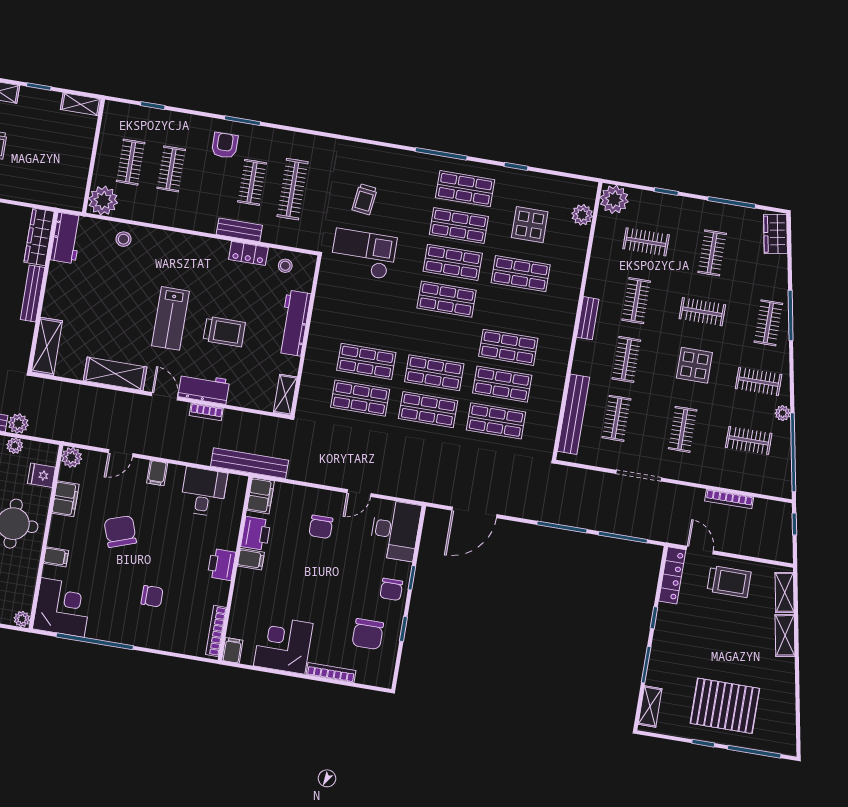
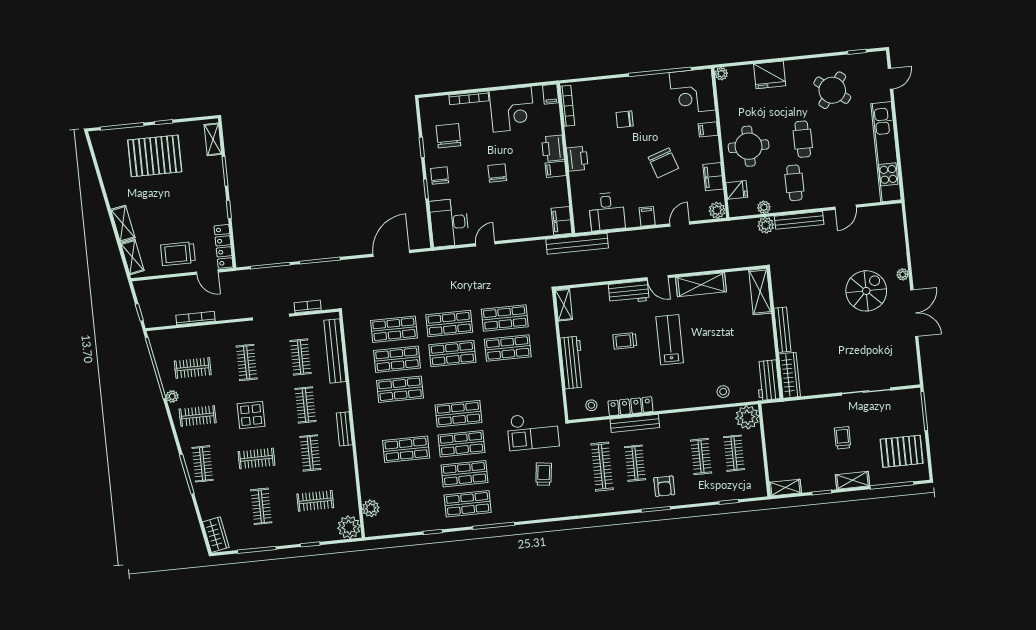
display table: (530, 225) -> (409, 489), removed
bench: (239, 230) -> (635, 423), width x1.36
locker: (248, 253) -> (630, 406), width x1.53
trolley: (224, 332) -> (625, 341), width x0.73, depth x0.72
bookcase: (206, 412) -> (308, 306), moved
chair: (321, 527) -> (497, 173), moved
printer: (256, 533) -> (553, 148), moved

